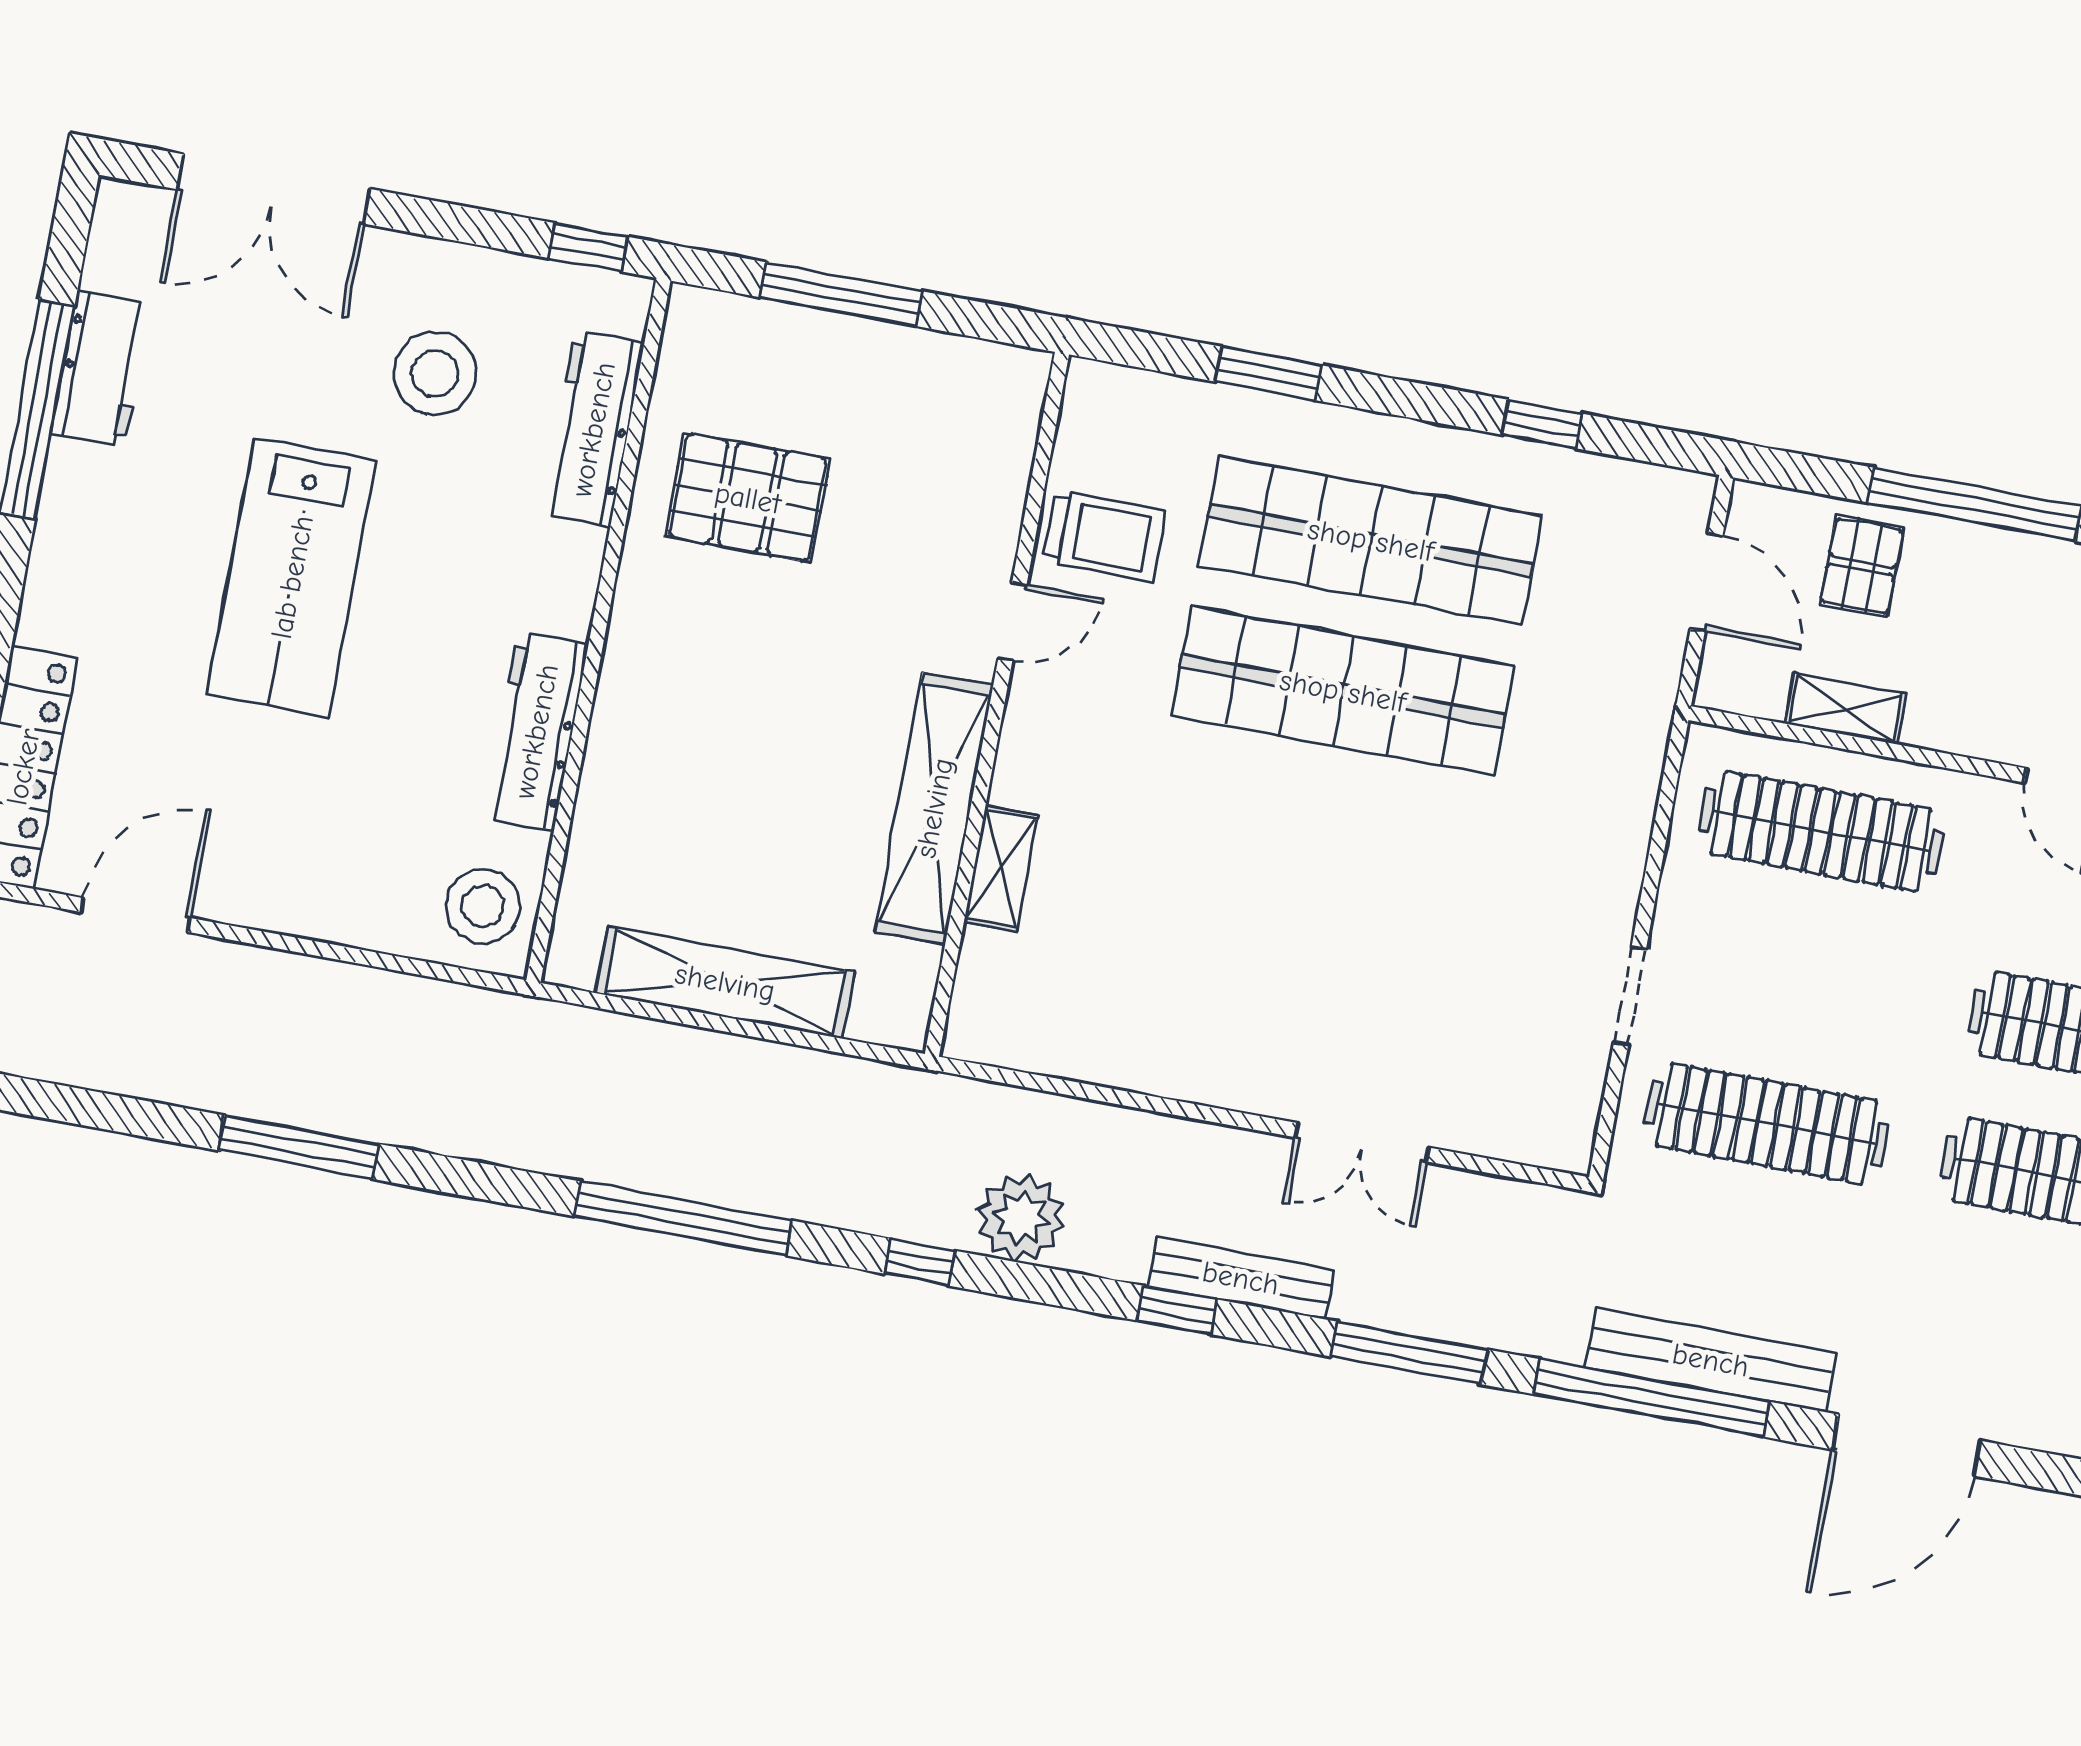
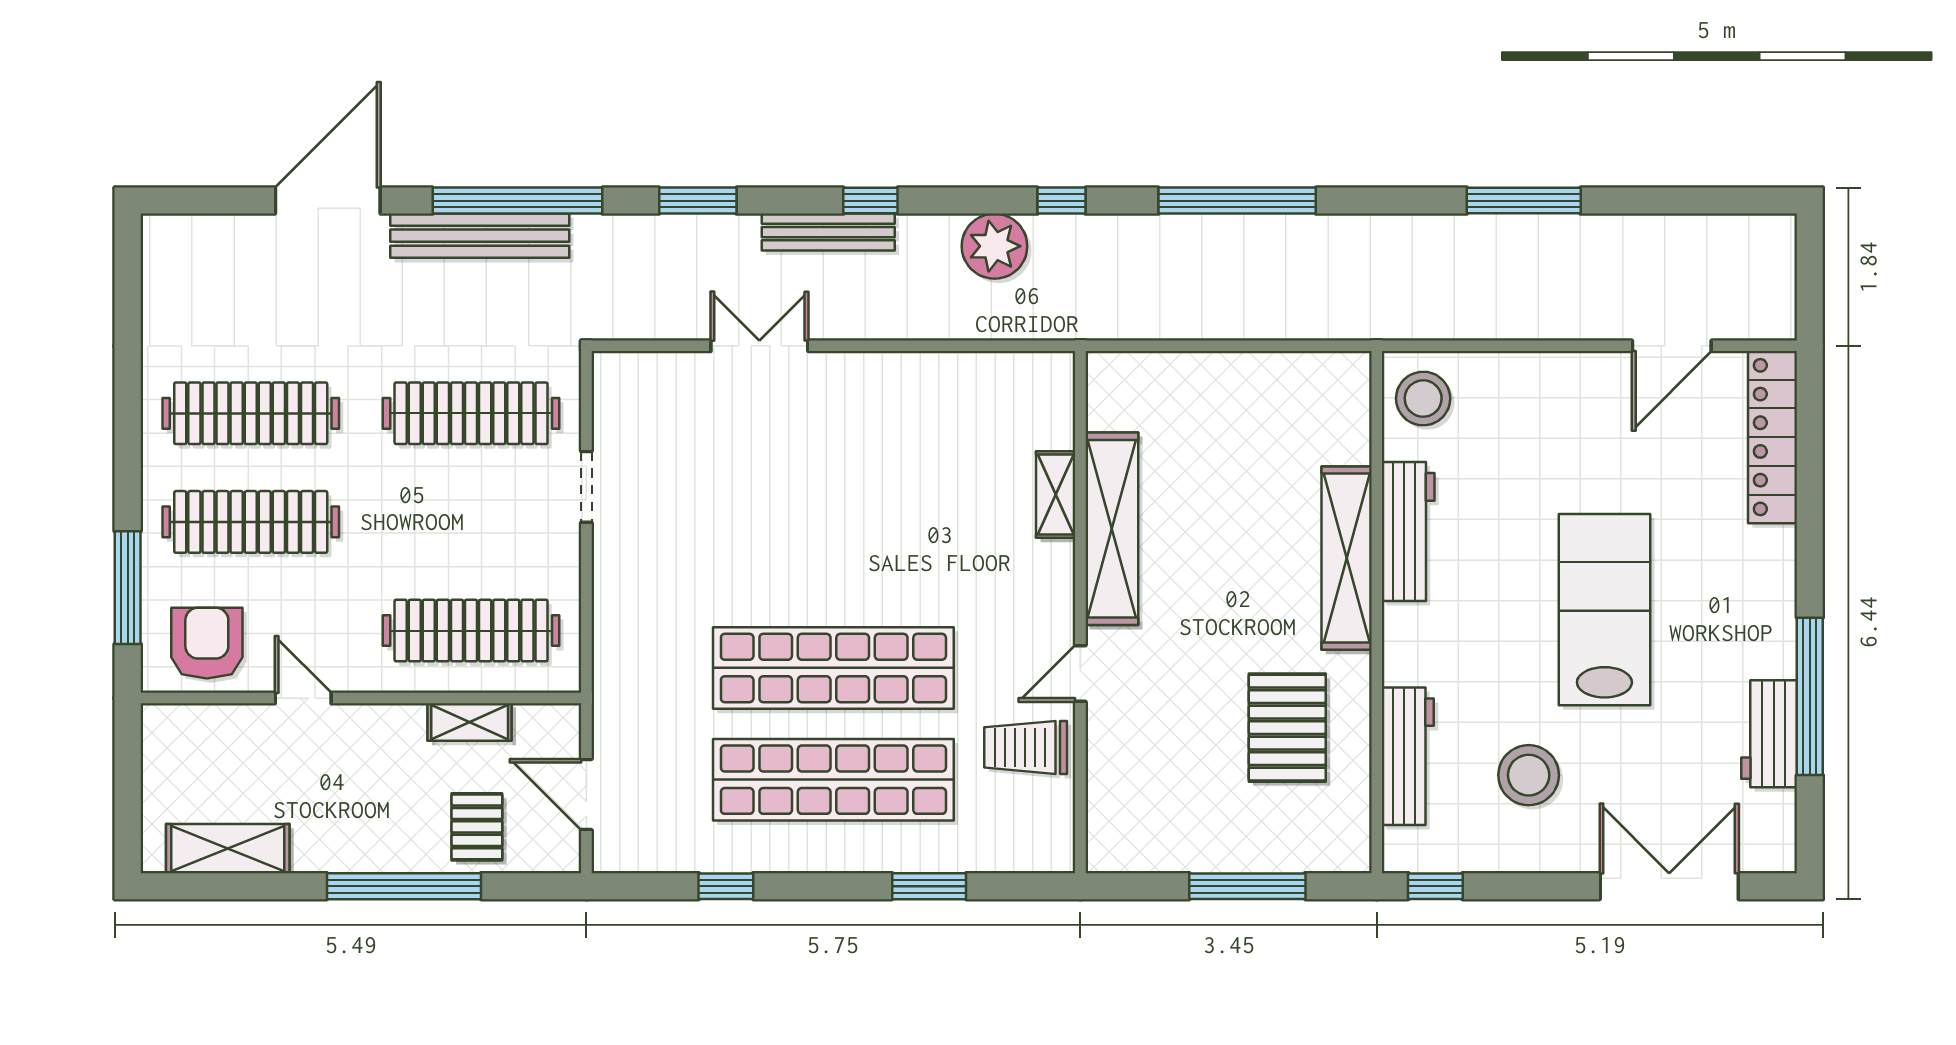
pallet: (748, 498) -> (1287, 728), turned 90
shelving: (725, 982) -> (1347, 558), moved, turned 90
window: (1409, 1353) -> (698, 201), width x0.69

